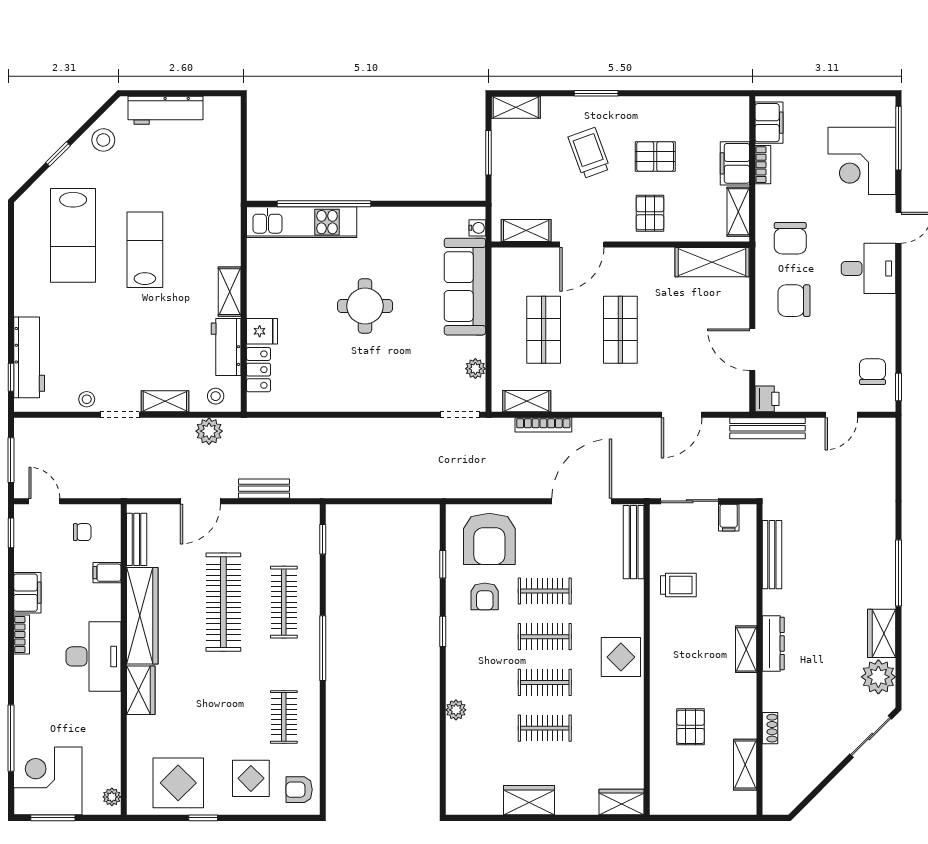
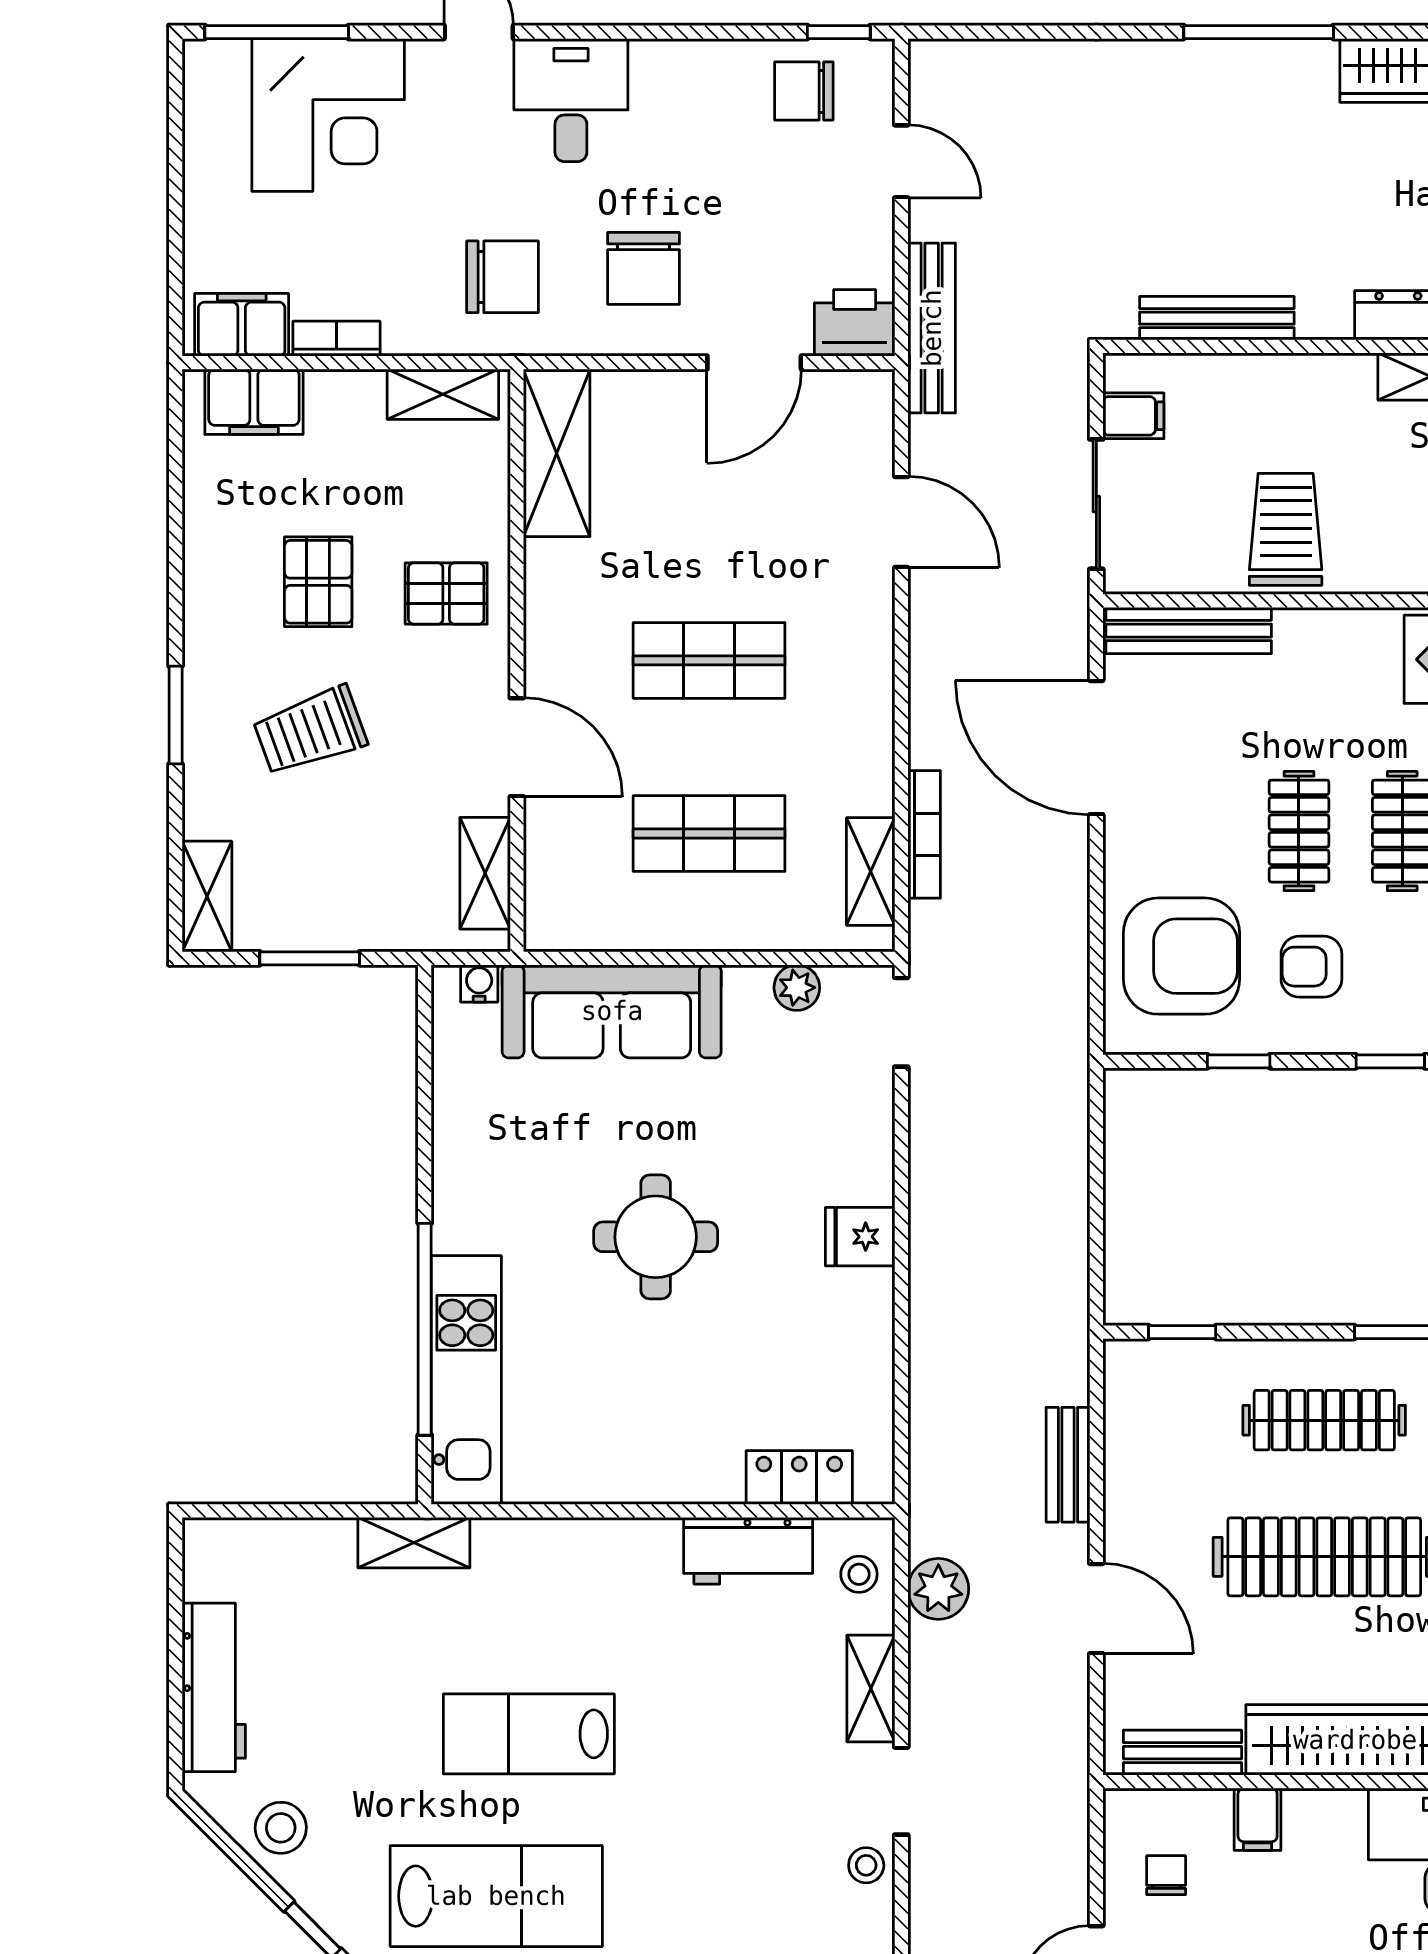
filing cabinet: (735, 163) -> (254, 402), moved
shelving: (230, 292) -> (414, 1543), moved
fridge: (262, 331) -> (860, 1237), moved, turned -90
printer: (767, 399) -> (855, 323), width x1.36, depth x1.24
trolley: (678, 585) -> (1286, 529), width x1.36, depth x1.39
armchair: (485, 596) -> (1311, 967), turned 180

